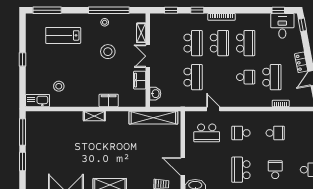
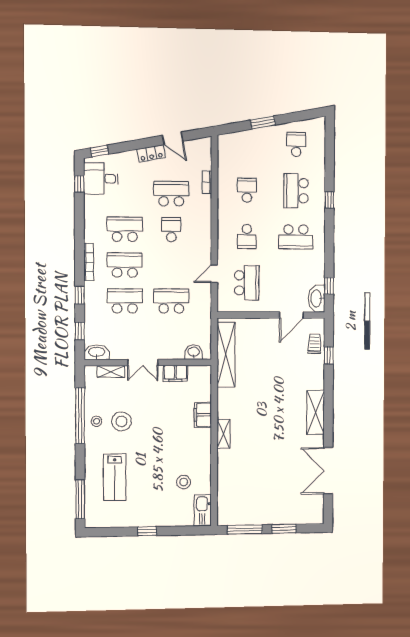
washbasin: (155, 22) -> (97, 352), added
stool: (108, 52) -> (121, 421), moved
school desk: (275, 170) -> (296, 191), width x1.85

